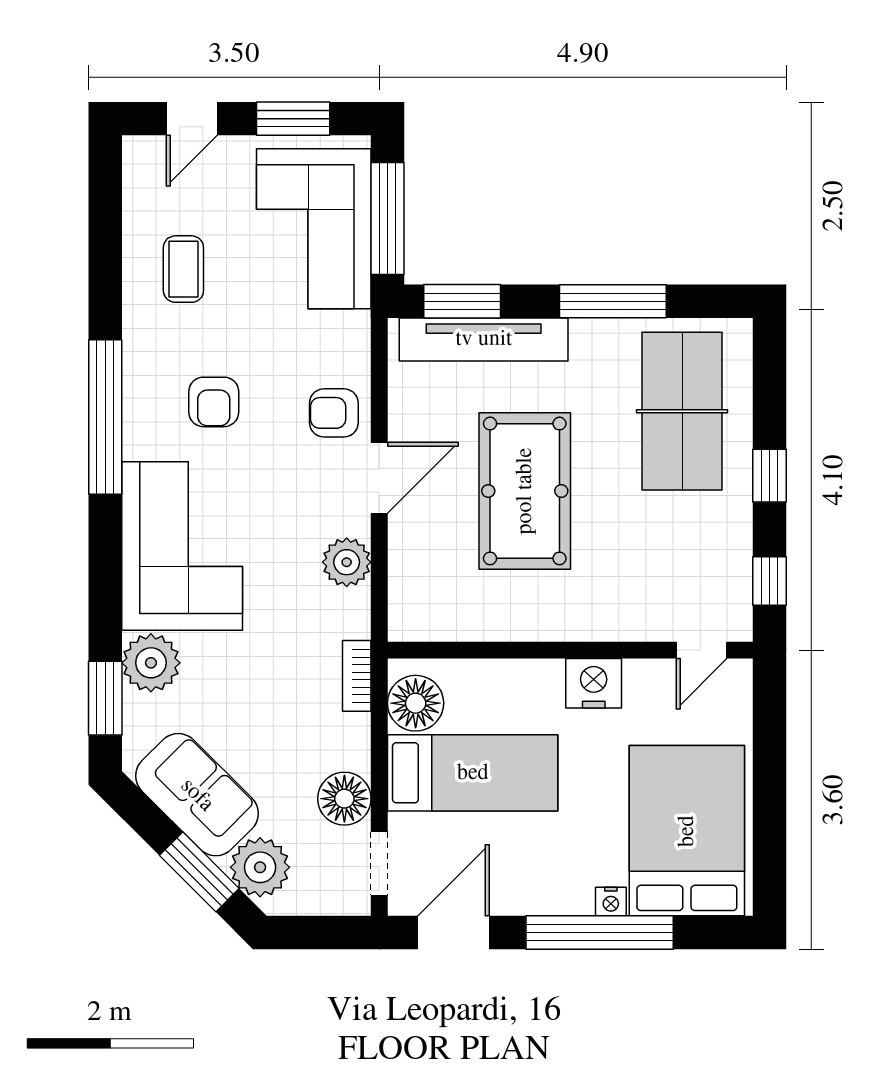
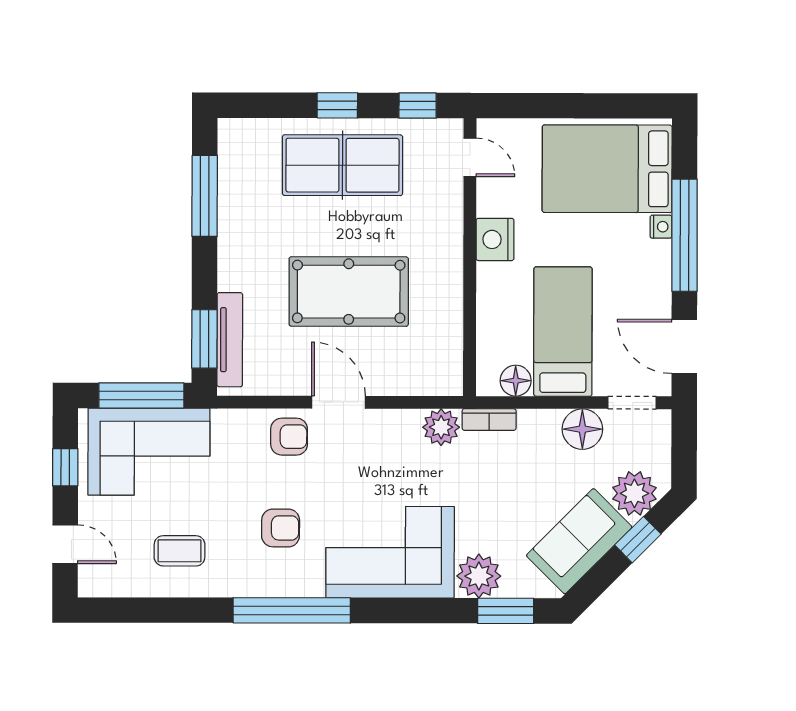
window: (293, 119) -> (65, 467), width x0.67
window: (613, 301) -> (205, 196), moved
tv unit: (484, 339) -> (230, 340), width x0.73, depth x0.78
table tennis table: (682, 411) -> (342, 165), moved
armchair: (334, 413) -> (289, 437), turned -90
plant: (347, 562) -> (441, 427), moved
floor lamp: (416, 703) -> (516, 381), width x0.73, depth x0.73
window: (199, 872) -> (638, 540), width x0.67

